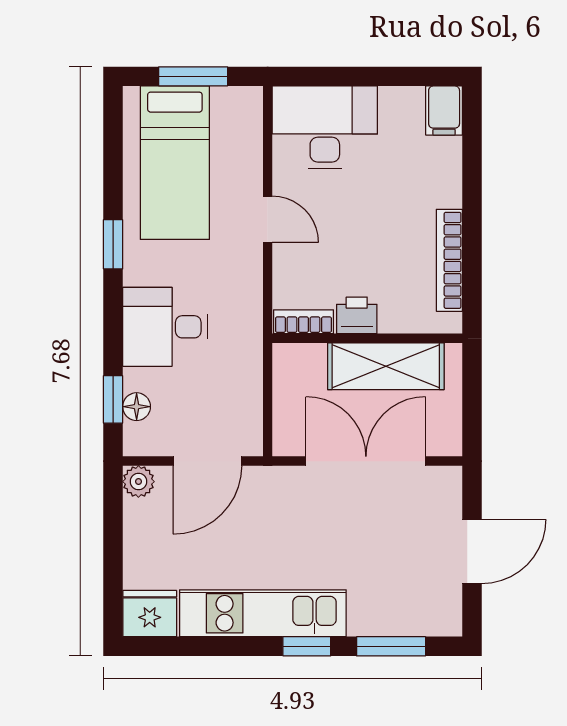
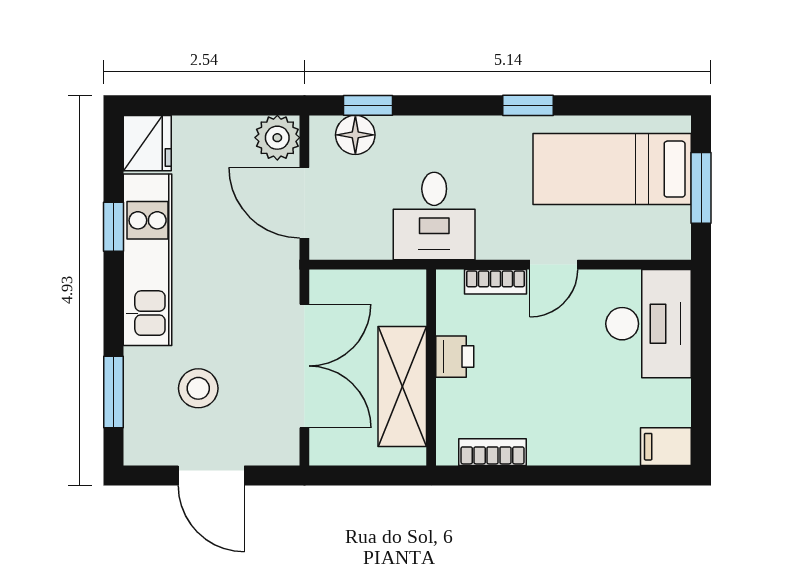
bookcase: (449, 260) -> (493, 452), width x0.64
bookcase: (303, 322) -> (495, 282), moved, turned 90
desk: (165, 327) -> (434, 216), moved, turned 180
floor lamp: (137, 407) -> (355, 135), width x1.37, depth x1.37
plant: (138, 482) -> (277, 138), width x1.38, depth x1.38
stool: (388, 564) -> (198, 388), added
window: (307, 646) -> (113, 227), moved

